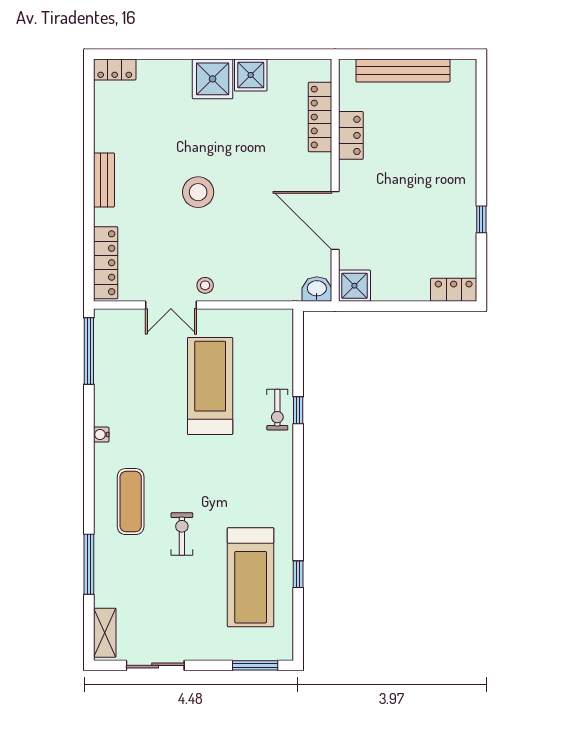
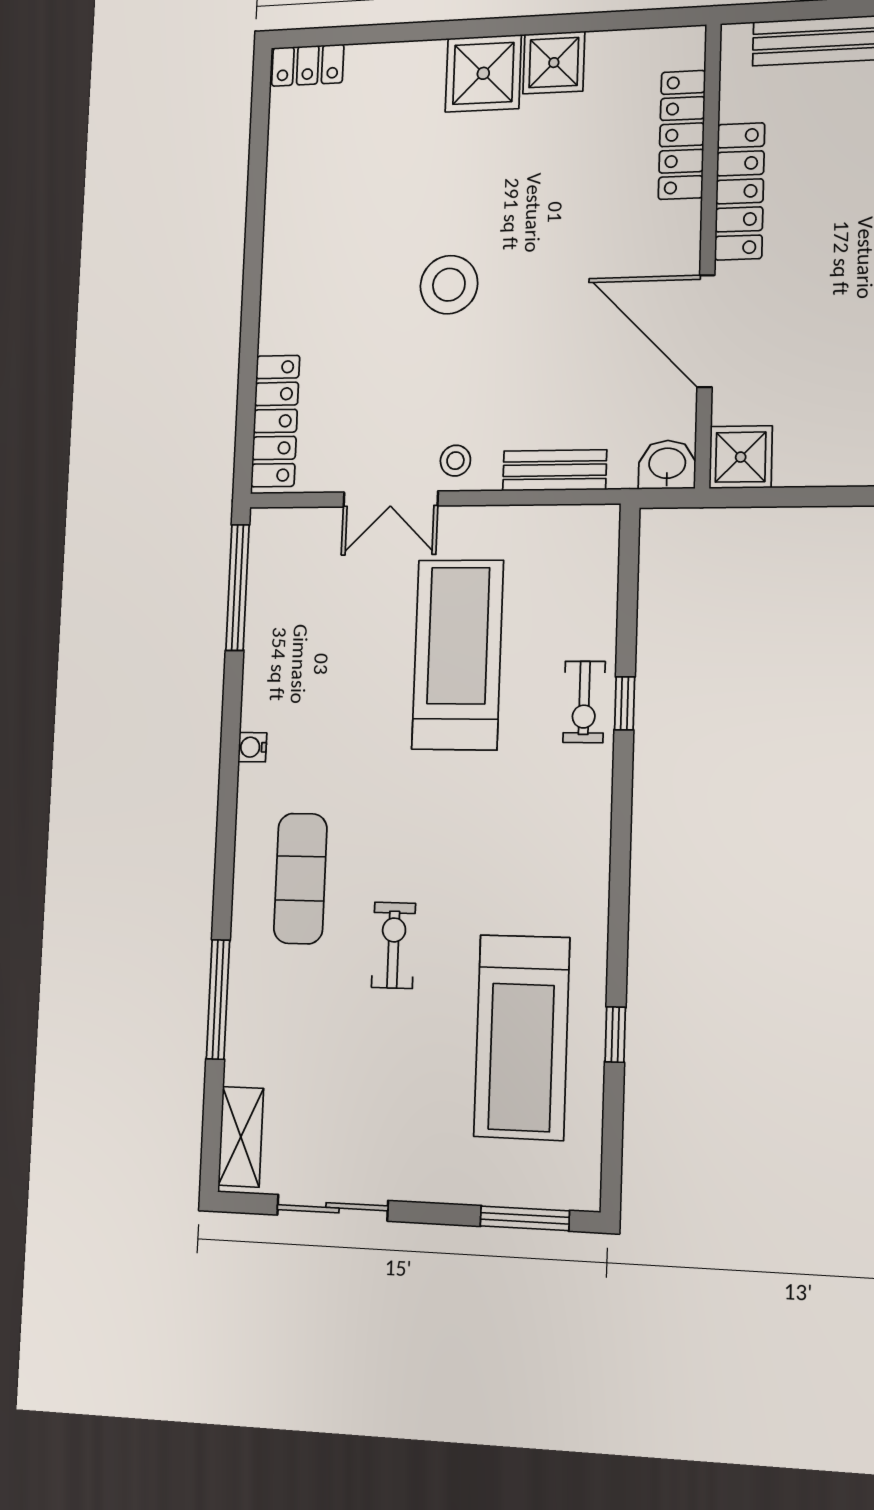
locker: (351, 135) -> (740, 191), width x1.53
bench: (104, 180) -> (555, 470), moved, turned 90

